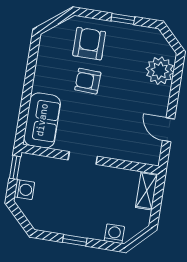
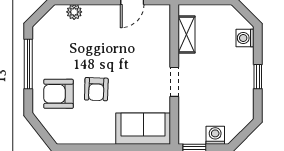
window: (123, 19) -> (28, 64), width x2.17
plant: (160, 71) -> (74, 12), width x0.53, depth x0.53
shelving: (147, 191) -> (186, 34), moved, turned 90

